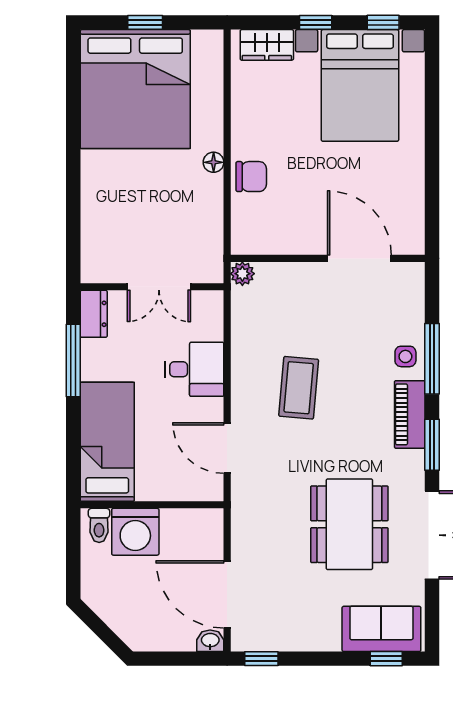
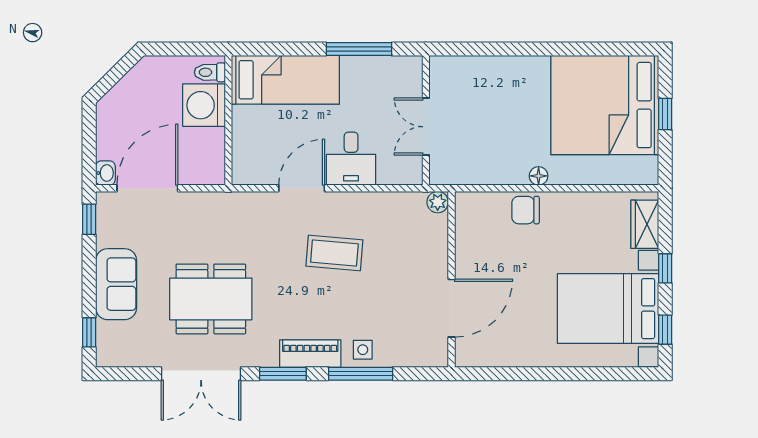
chair: (251, 177) -> (526, 210), turned 90
dresser: (94, 314) -> (401, 67), removed
door: (227, 448) -> (302, 188), moved
sofa: (381, 629) -> (116, 284), moved

